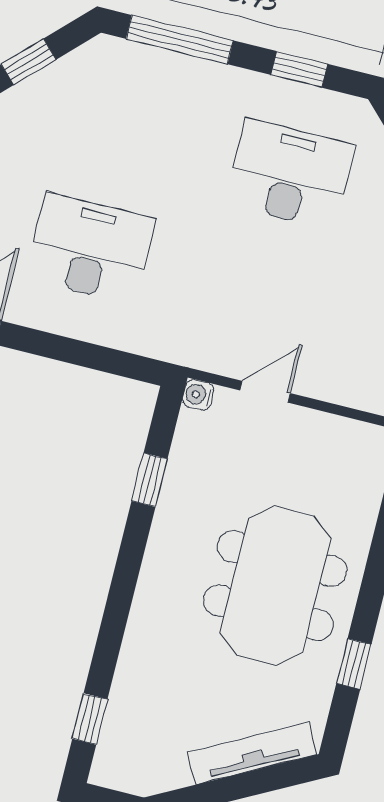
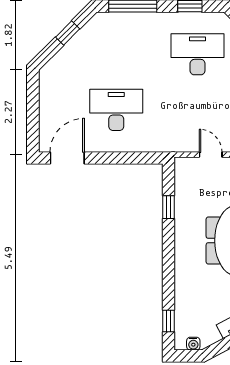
door: (265, 392) -> (211, 155), hinge flipped
water cooler: (198, 395) -> (193, 344), moved, turned -90

